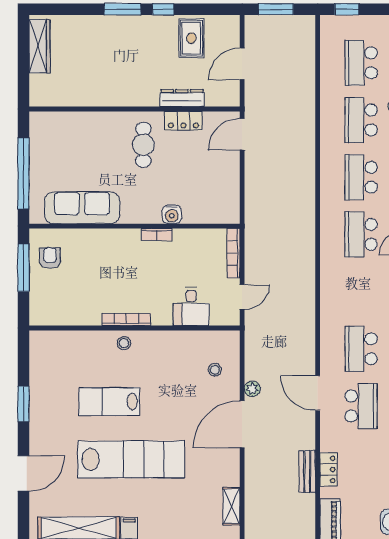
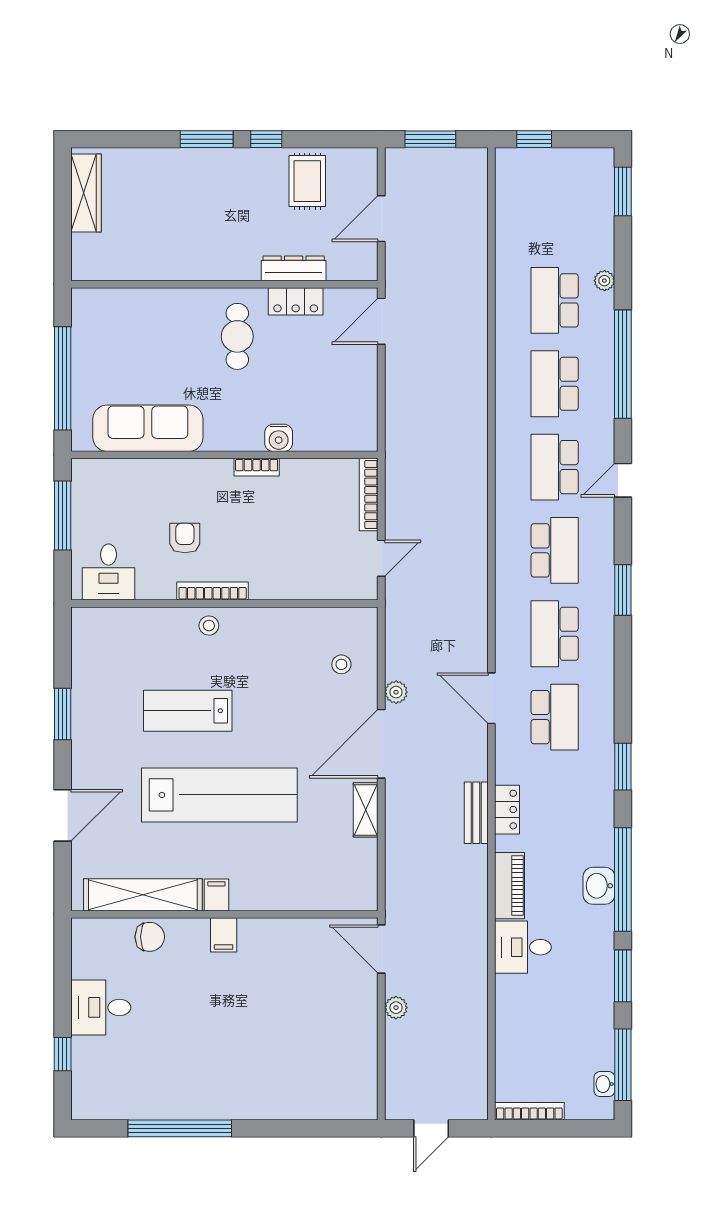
school desk: (361, 63) -> (555, 550), moved, turned 180
armchair: (50, 258) -> (185, 538), moved
desk: (191, 306) -> (109, 572), moved
shelving: (231, 506) -> (366, 810), moved

